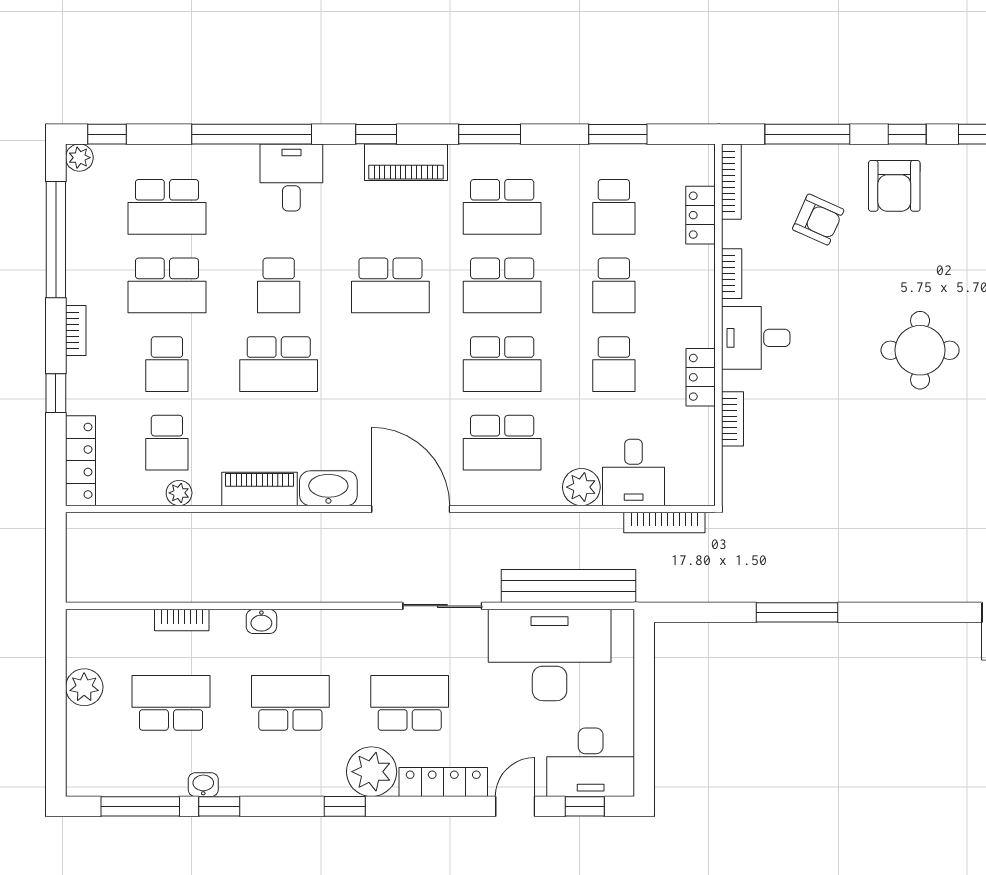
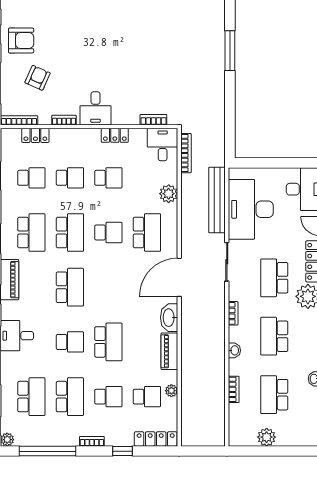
round table: (920, 350) -> (102, 28), removed
school desk: (502, 364) -> (108, 233), width x0.54
bookcase: (733, 419) -> (153, 120), moved
desk: (634, 472) -> (163, 144), moved, turned -90
window: (797, 612) -> (230, 51), moved
bookcase: (337, 619) -> (233, 313), added

